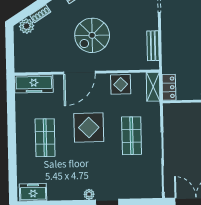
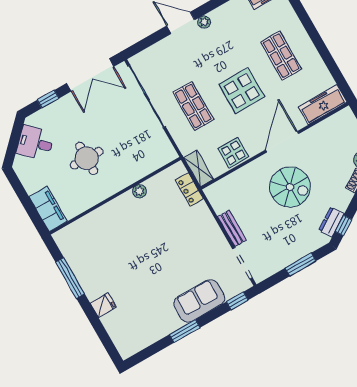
spiral stairs: (92, 35) -> (290, 187), turned 90
bench: (153, 46) -> (232, 228), moved
locker: (169, 87) -> (189, 189), moved

